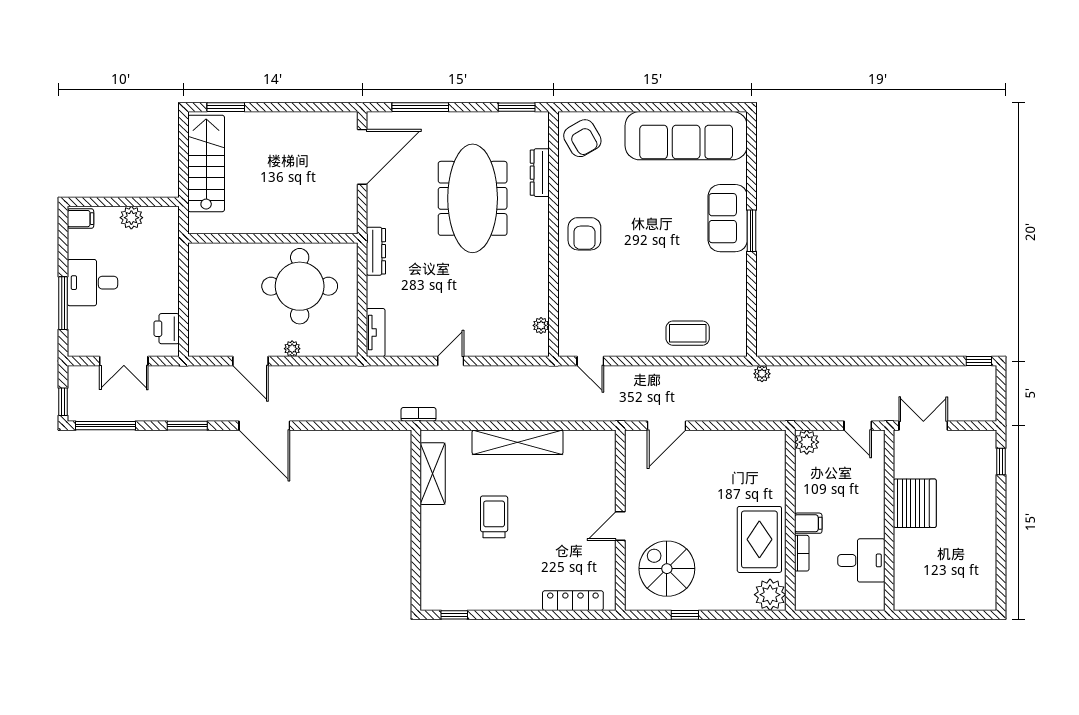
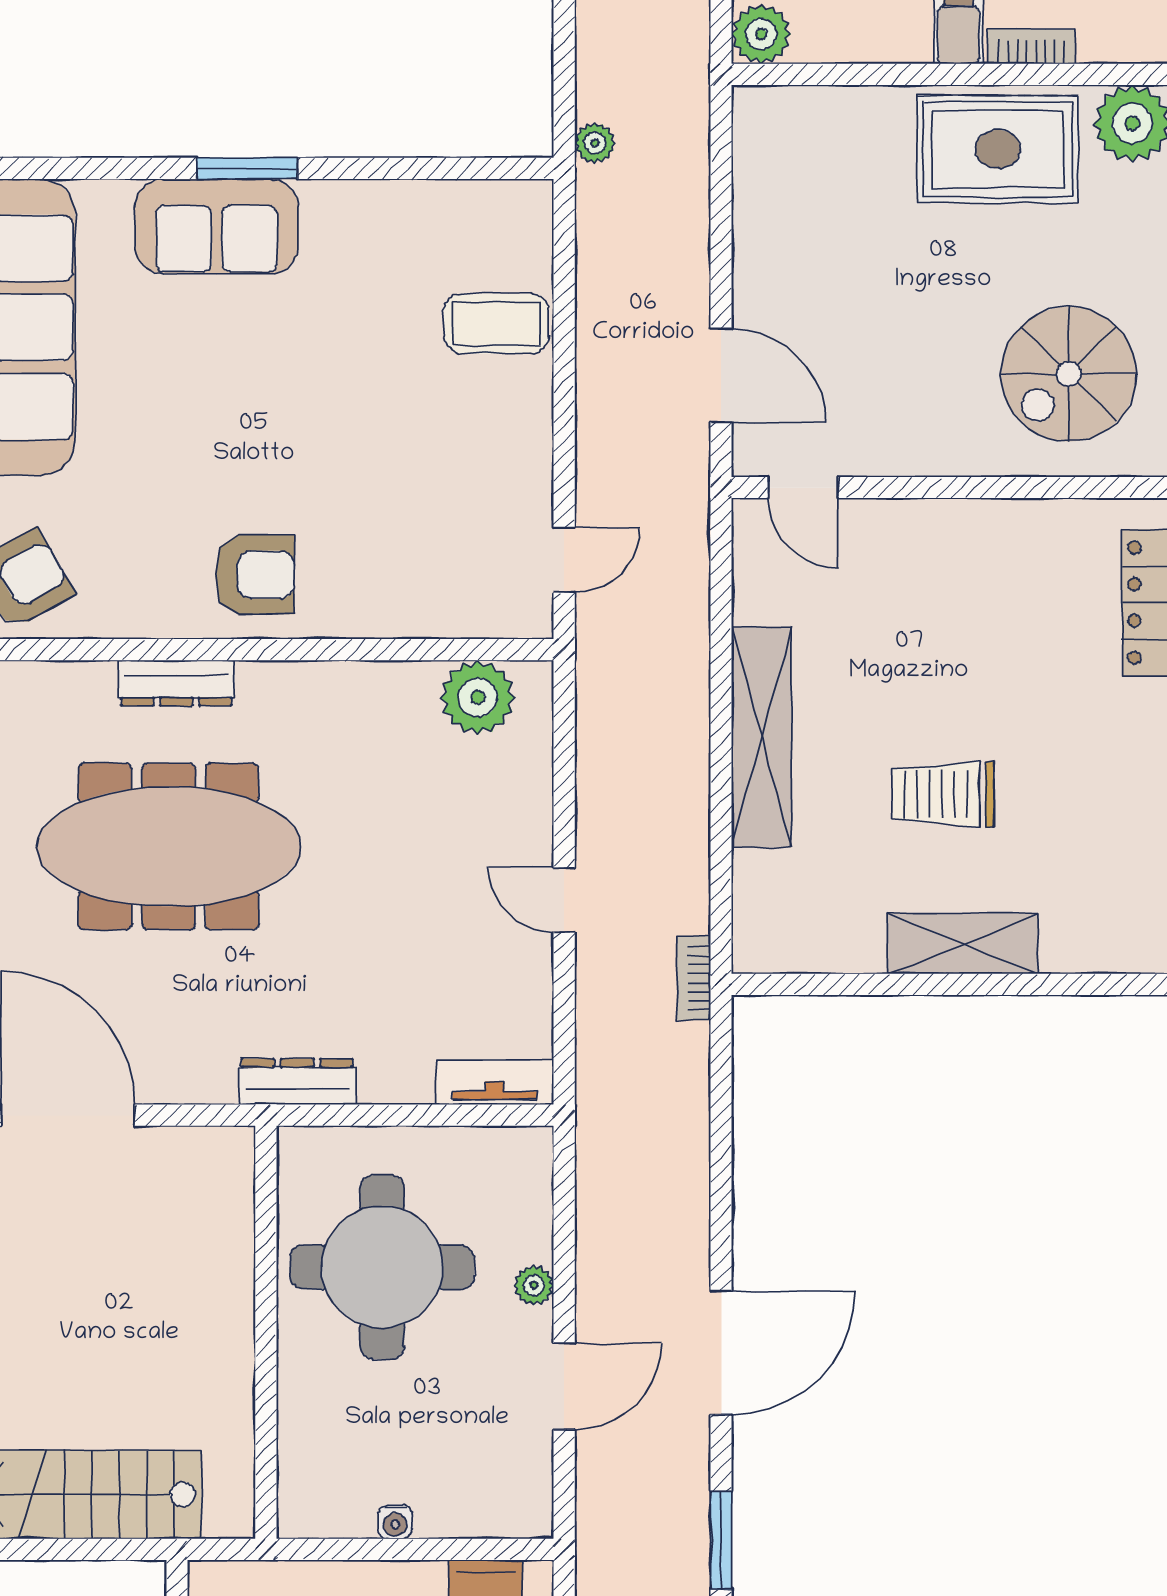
dresser: (540, 173) -> (177, 683), moved
water cooler: (195, 292) -> (395, 1522), added
plant: (541, 325) -> (478, 697), width x1.88, depth x1.88
coffee table: (688, 333) -> (496, 324), turned 90
shelving: (433, 474) -> (963, 944), moved
door: (620, 526) -> (803, 488), moved

